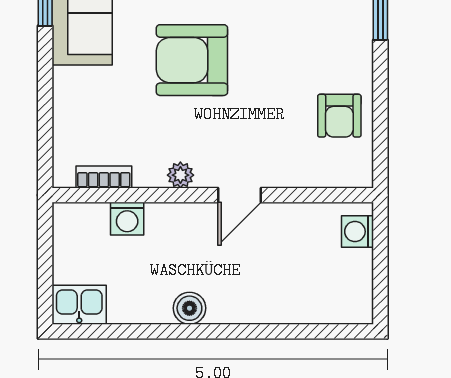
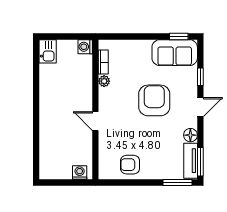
plant: (180, 175) -> (104, 81), moved
washing machine: (127, 219) -> (85, 47), moved
boiler: (189, 308) -> (46, 99), removed

